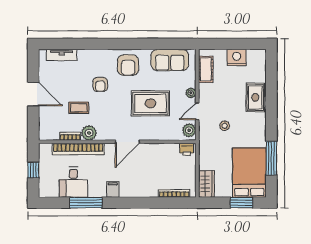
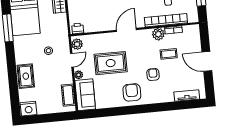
nightstand: (237, 58) -> (29, 109), moved
sofa: (170, 60) -> (85, 95), moved, turned 90

